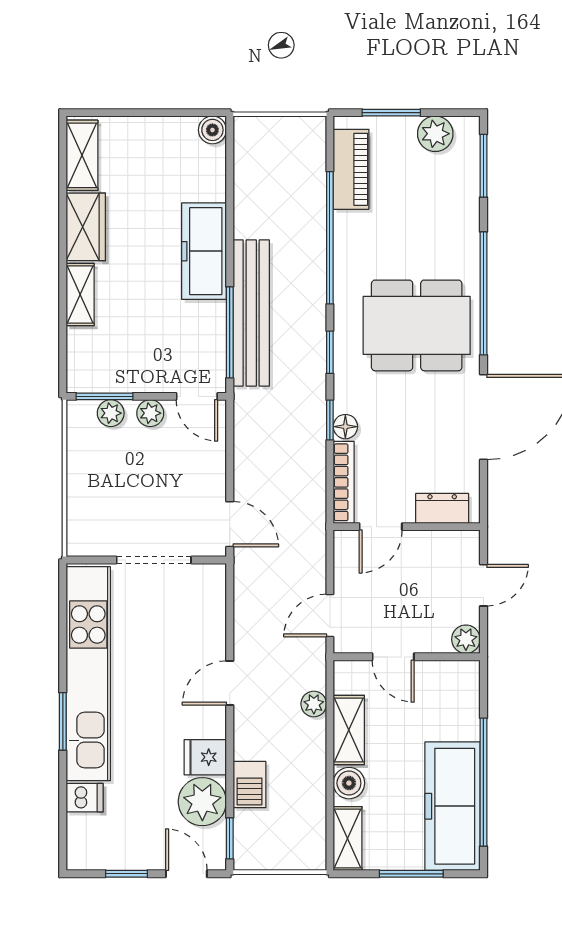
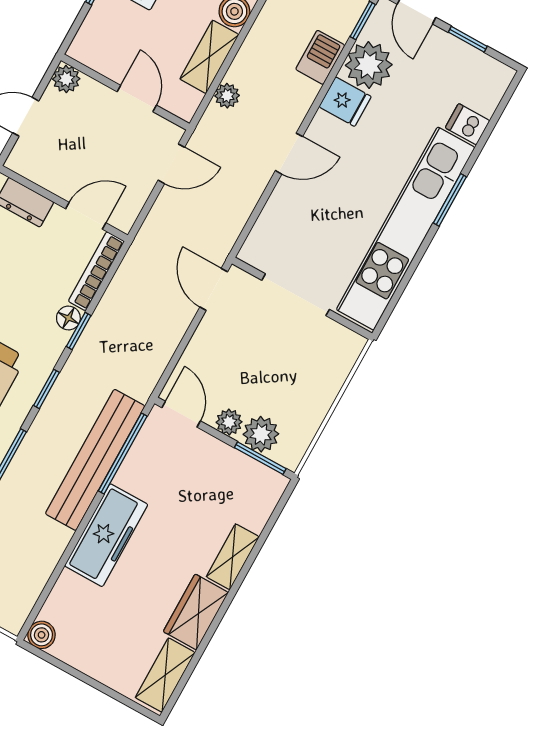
plant: (111, 413) -> (261, 434), width x1.38, depth x1.38

